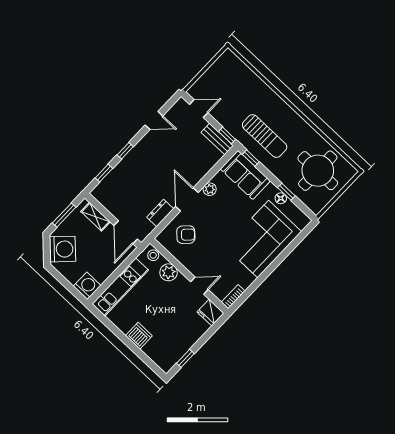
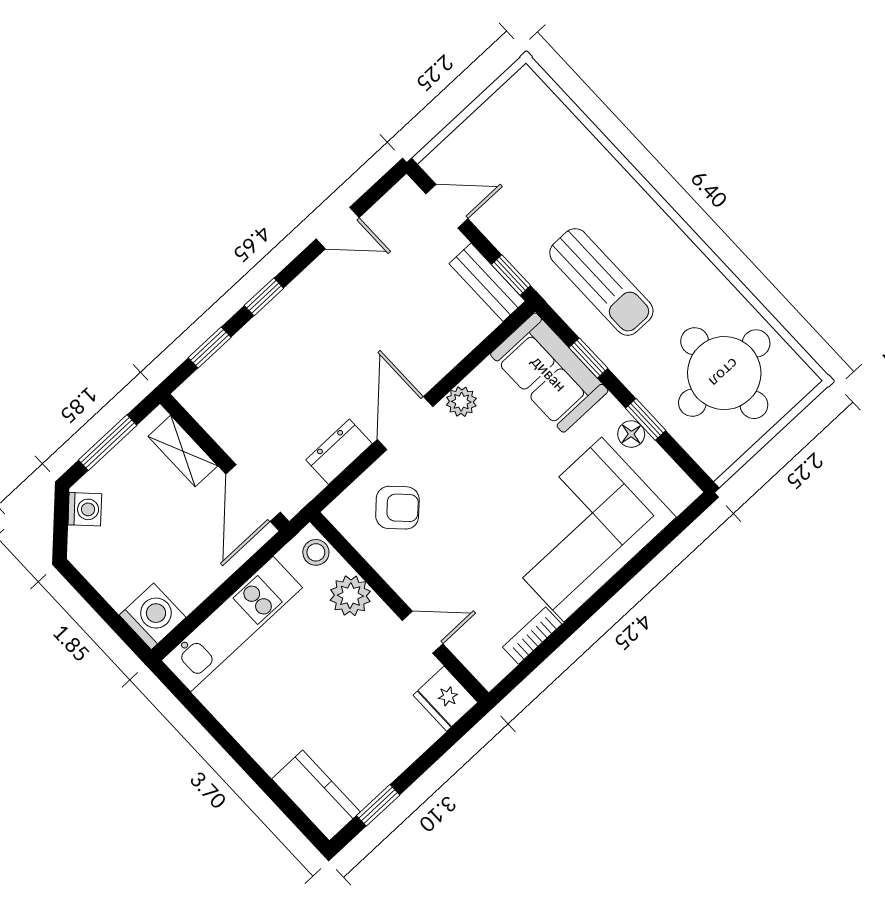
window: (251, 158) -> (588, 358), moved
washing machine: (63, 249) -> (85, 509), width x0.53, depth x0.53
bookcase: (233, 297) -> (532, 636), moved
dishwasher: (139, 336) -> (270, 744), removed
kitchen counter: (159, 356) -> (316, 795), added

